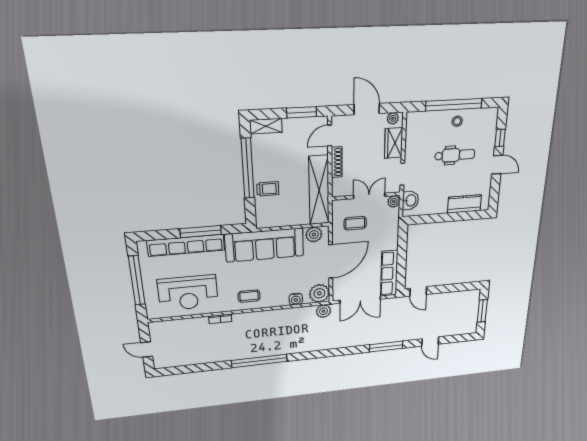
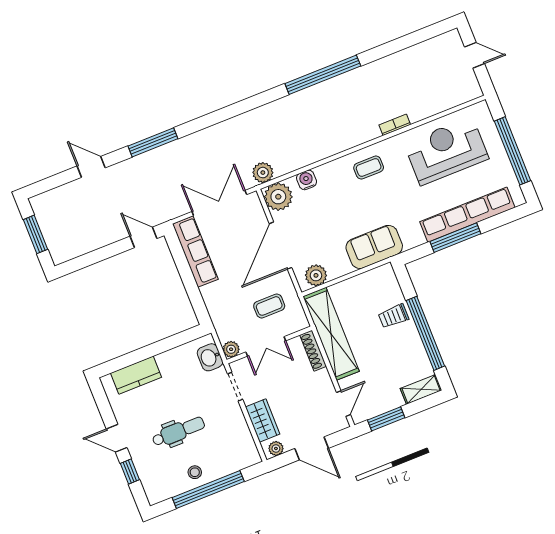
dental chair: (455, 155) -> (178, 432), turned 180
shoe rack: (337, 162) -> (313, 351), moved
sofa: (265, 245) -> (374, 247), width x0.54, depth x0.79

